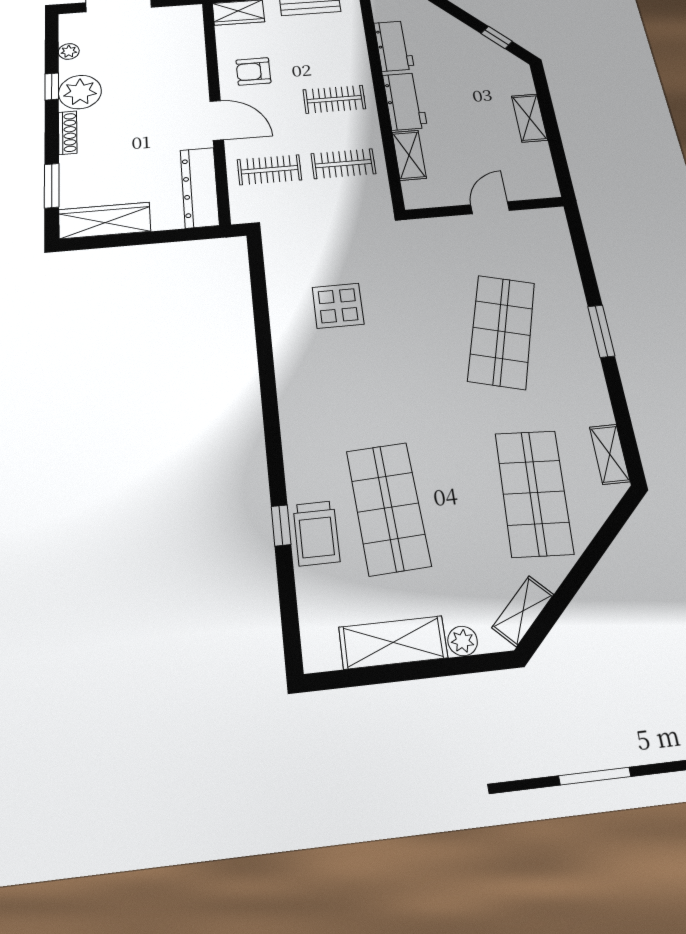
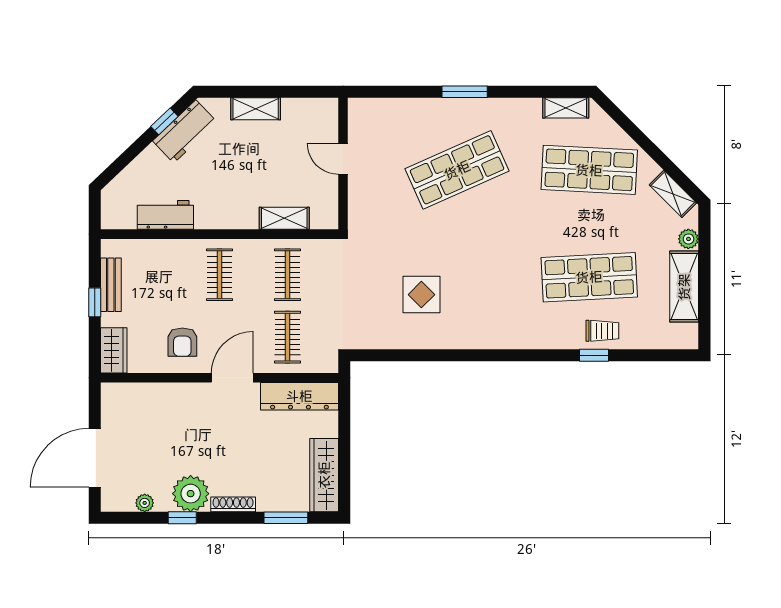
workbench: (405, 101) -> (185, 132), moved, turned 136
shop shelf: (502, 331) -> (457, 170), turned -39
trolley: (316, 533) -> (602, 331), width x0.73, depth x0.72

